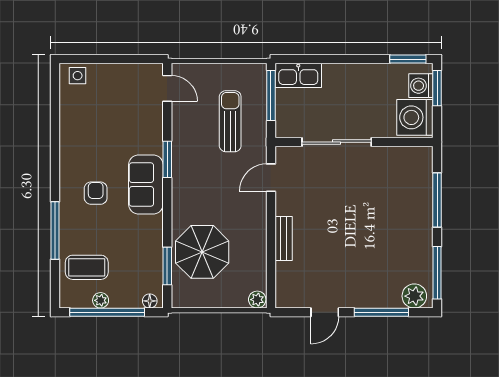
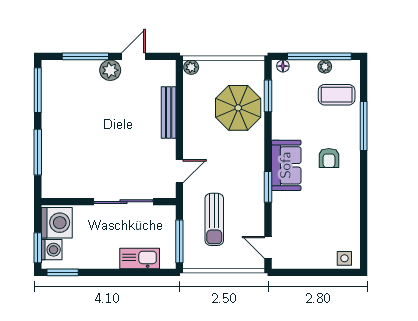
kitchen sink: (298, 75) -> (140, 259), moved
bench: (284, 238) -> (169, 112), width x1.36
plant: (414, 296) -> (110, 70), moved

